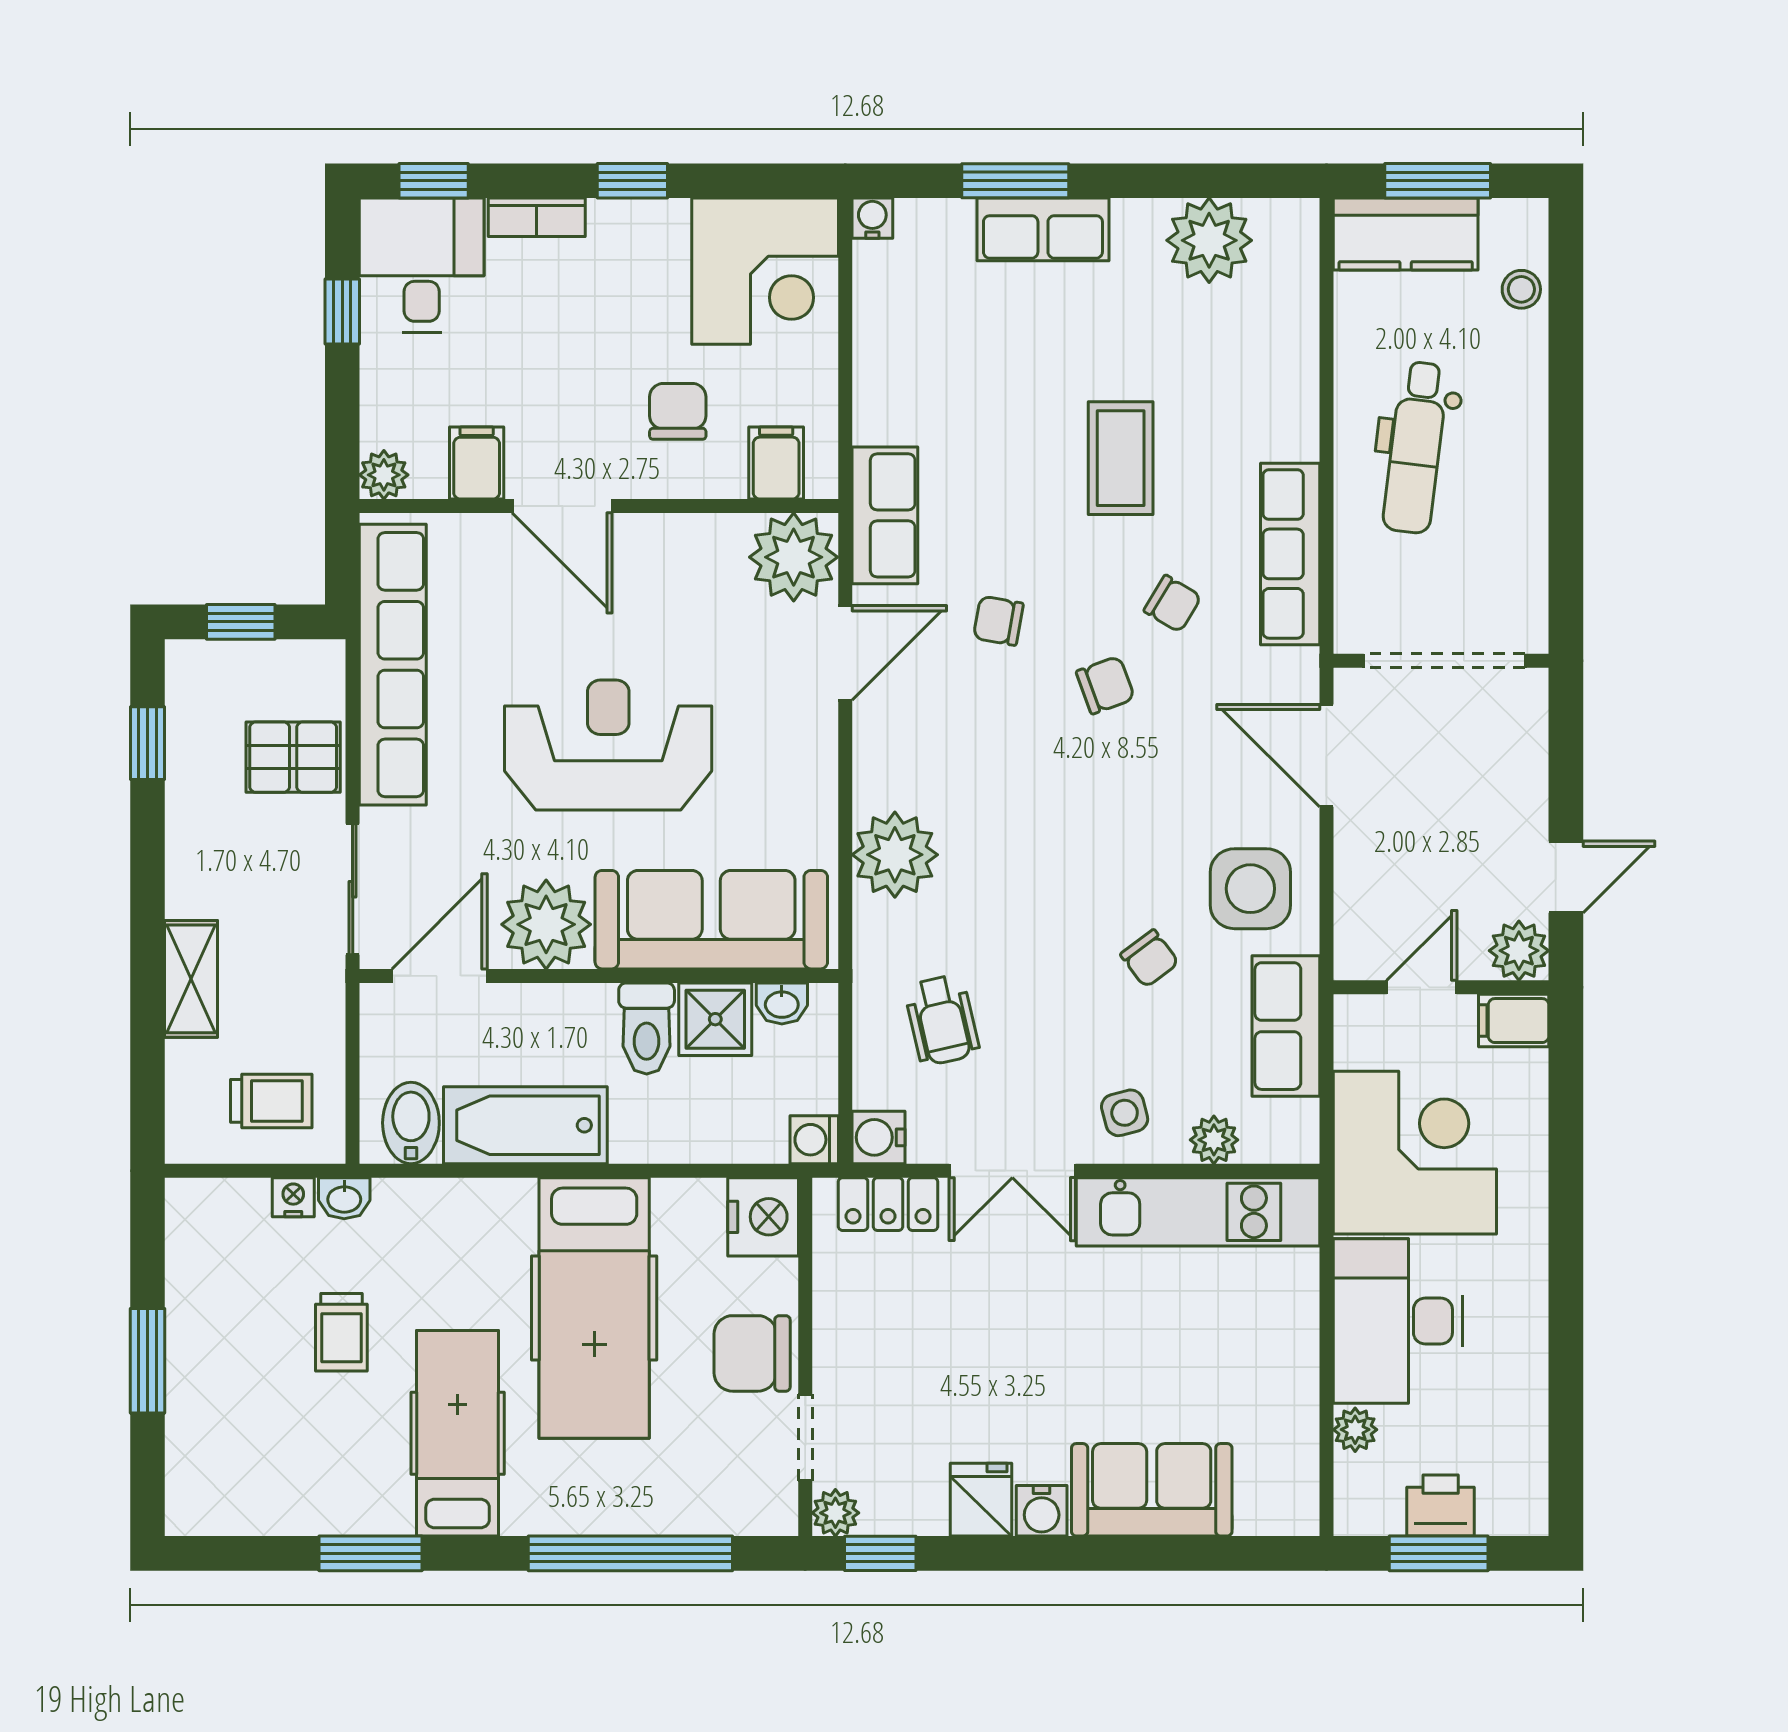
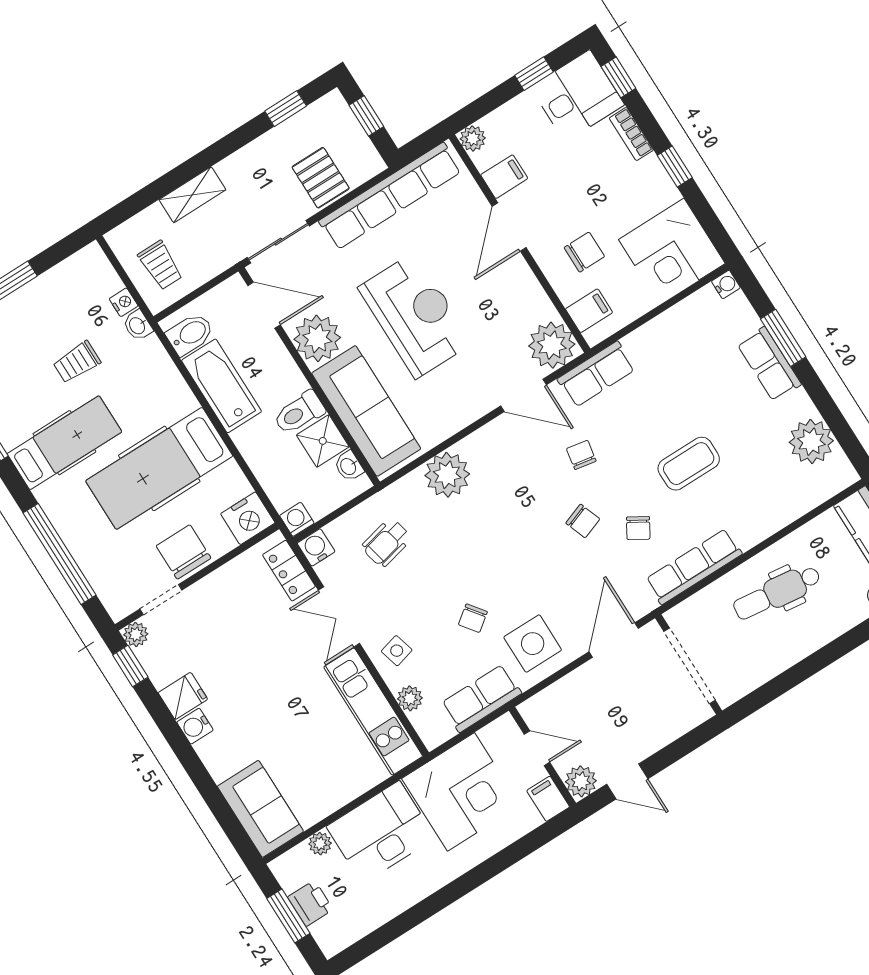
sofa: (1152, 1490) -> (260, 809), moved

